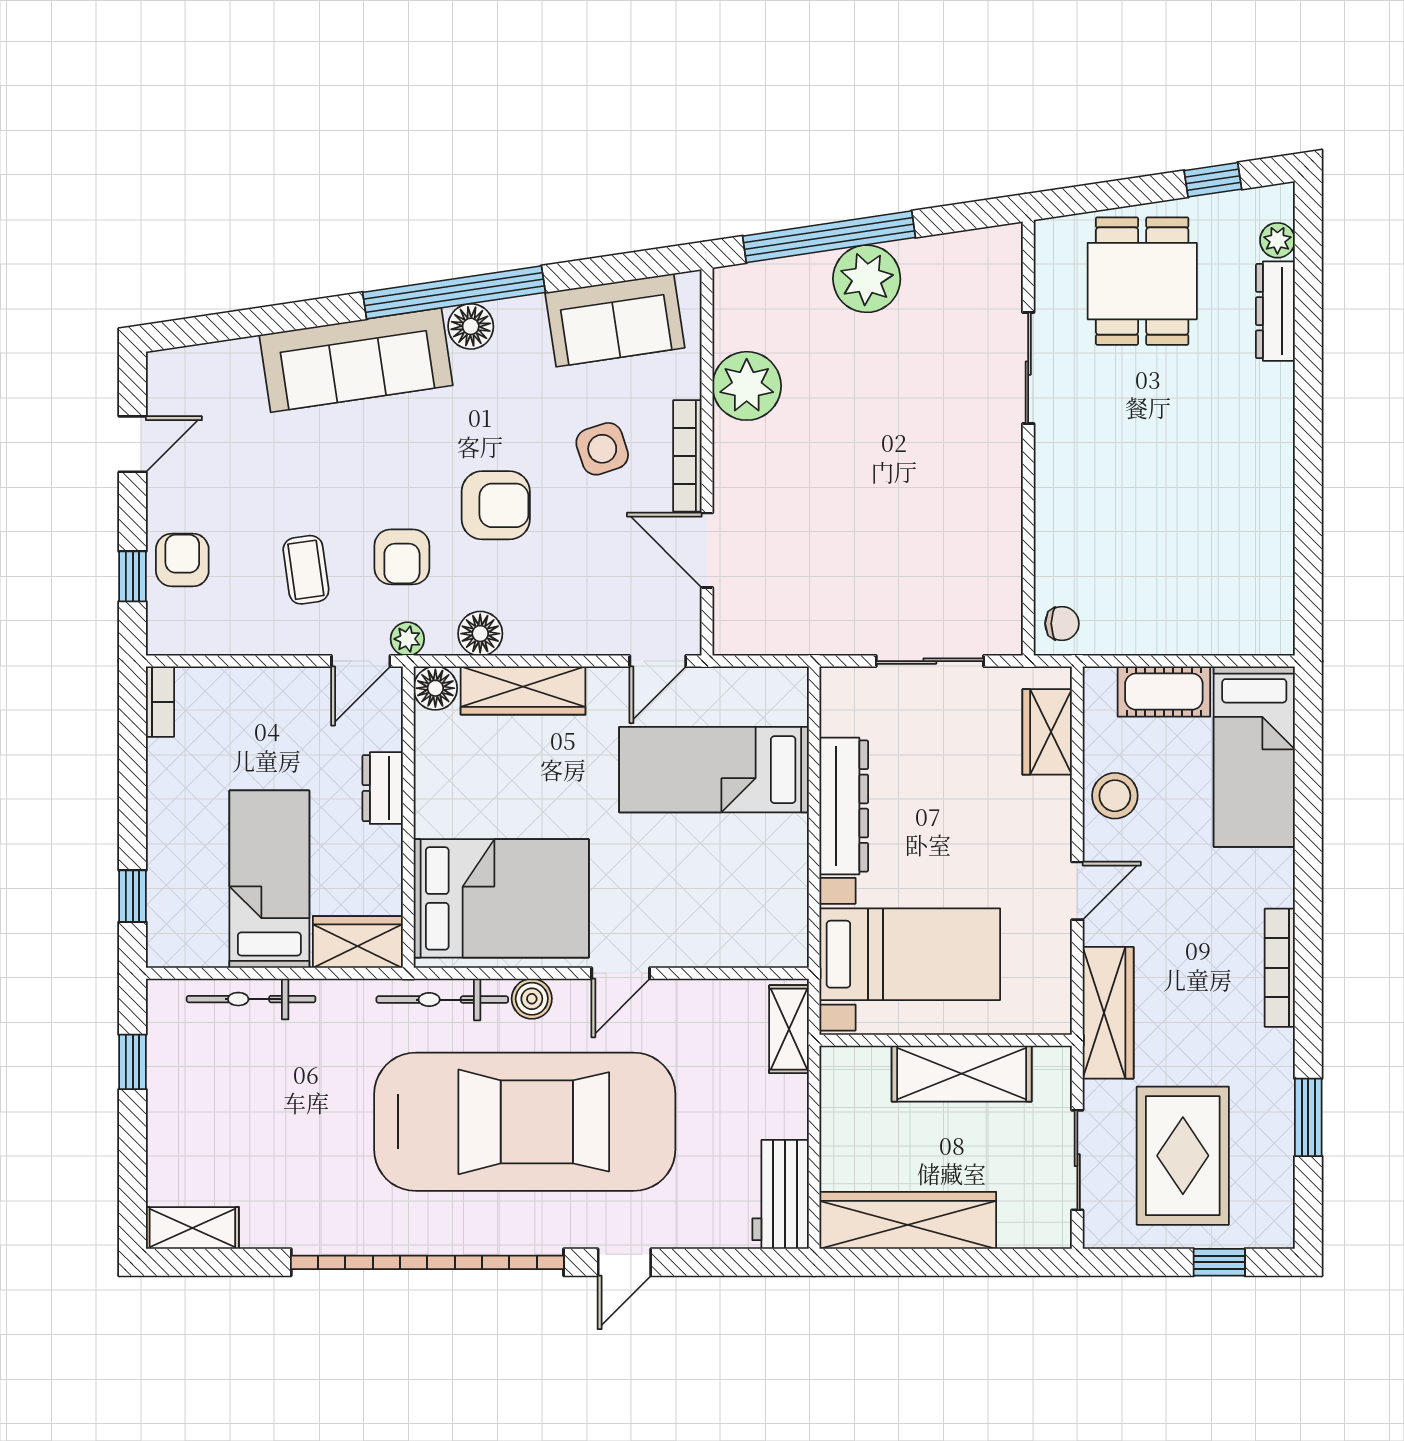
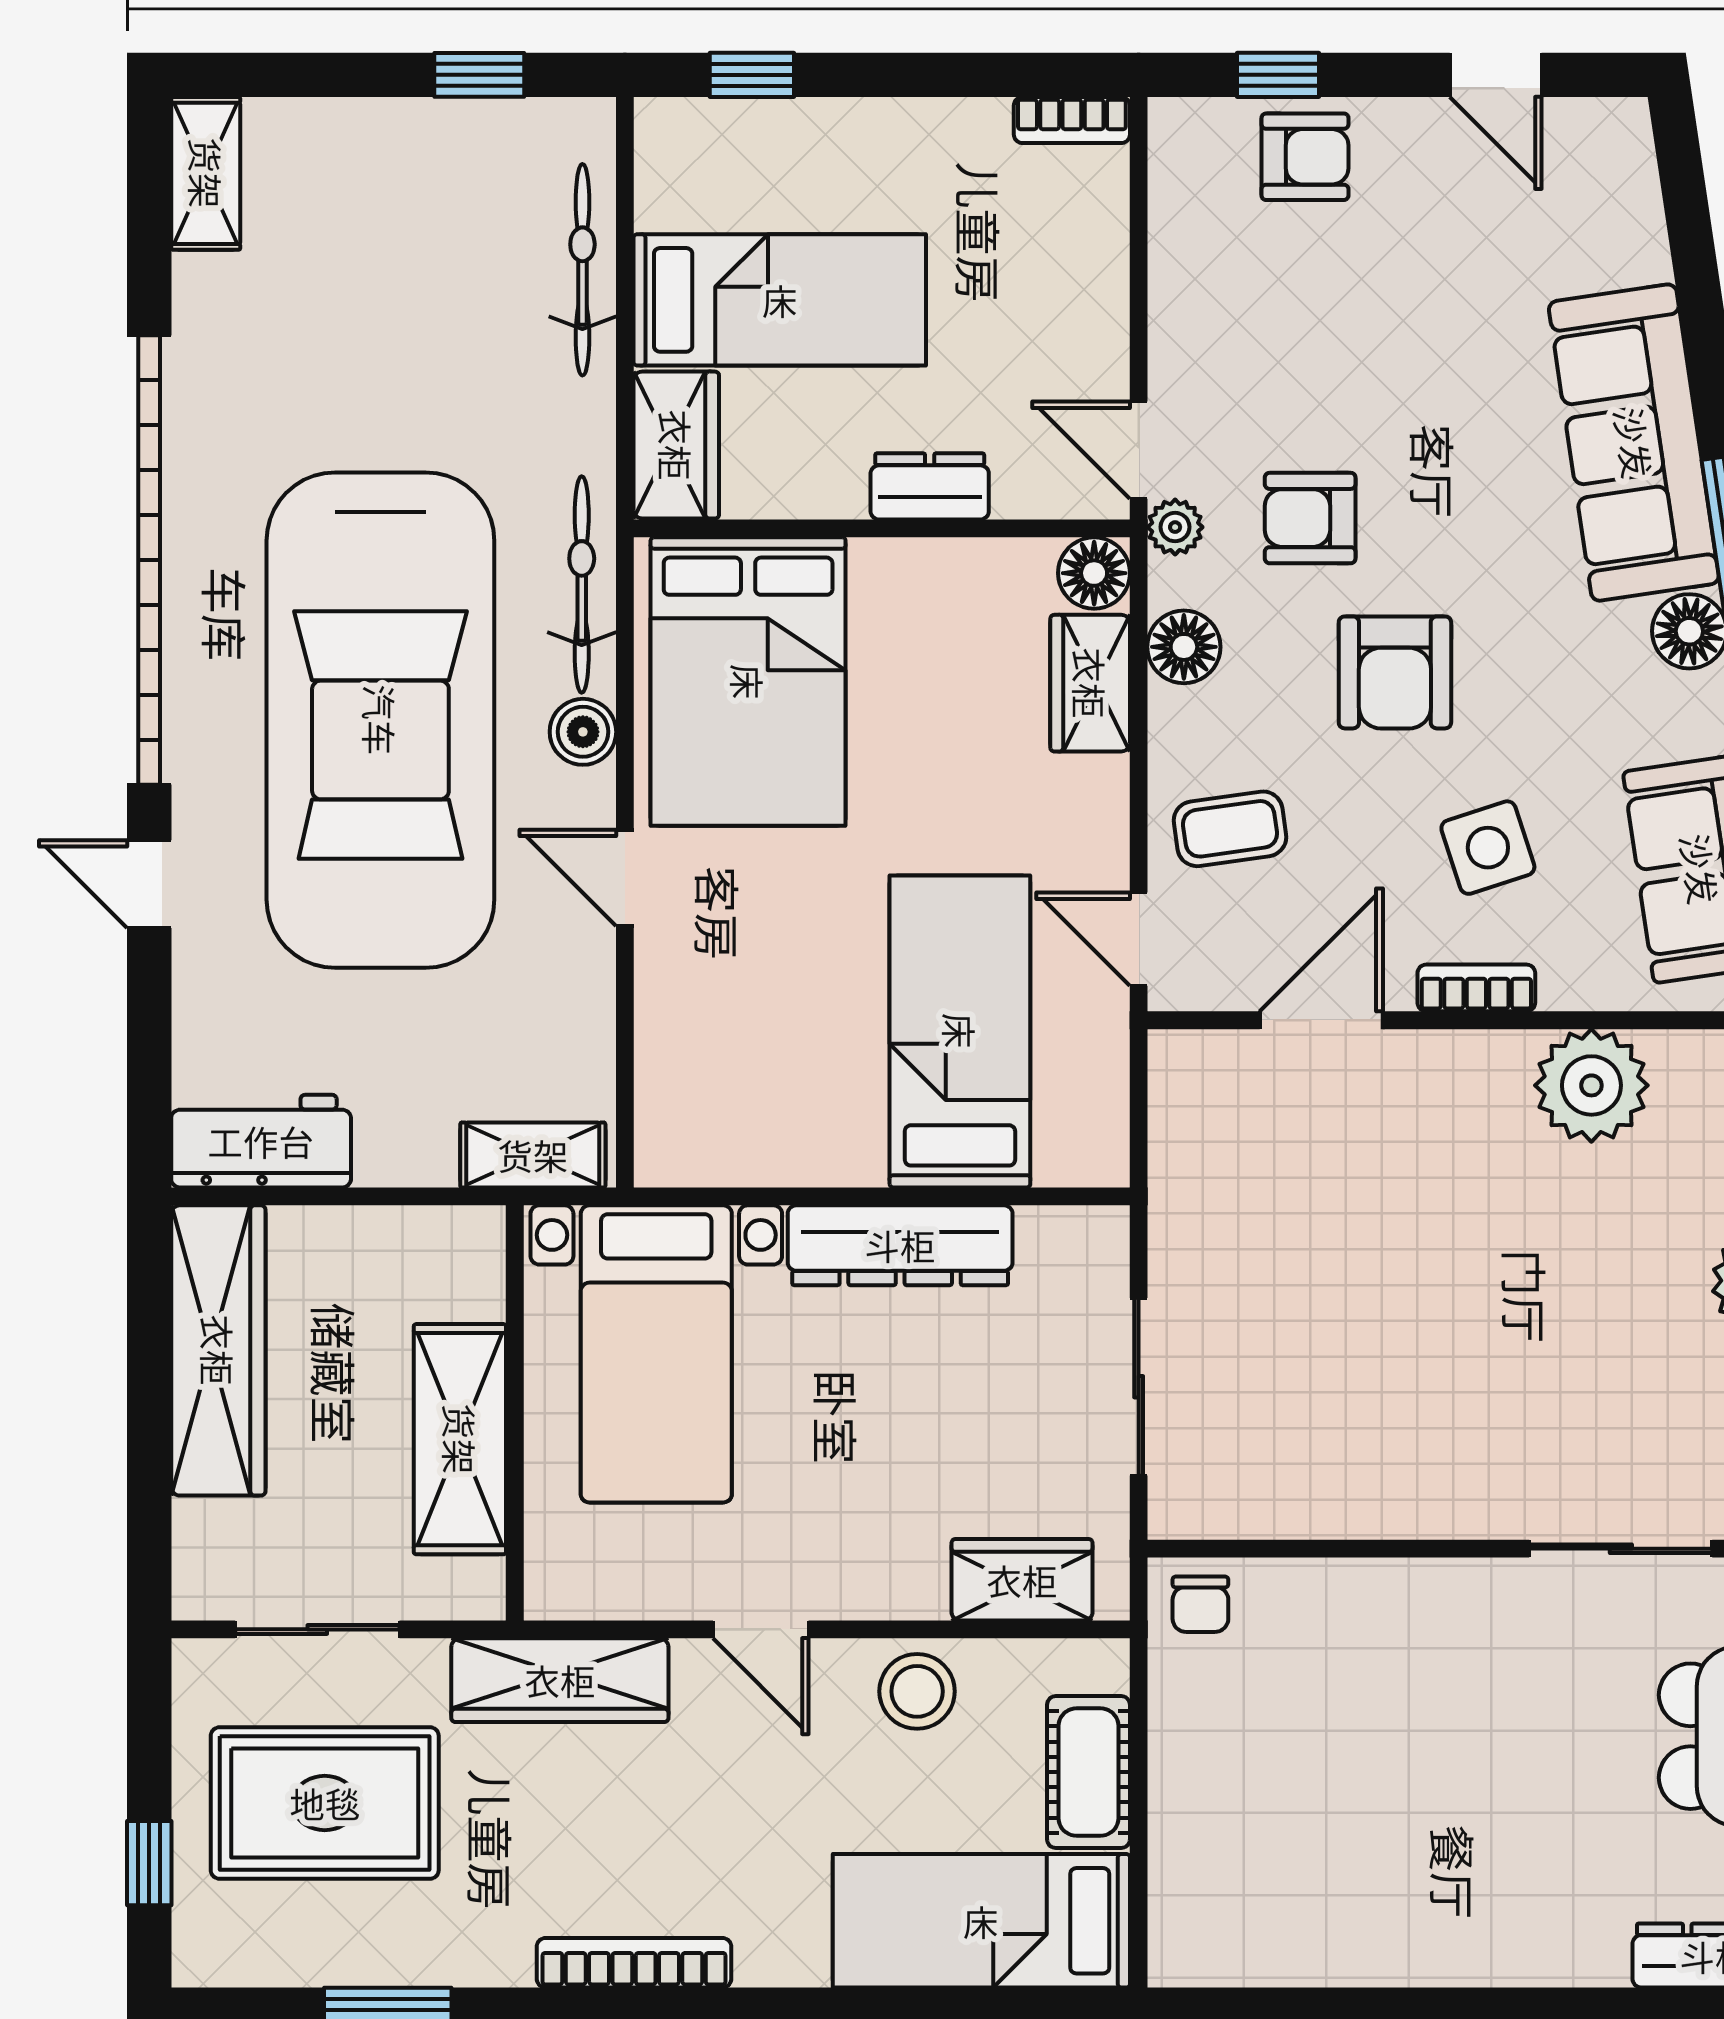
bookcase: (687, 456) -> (1476, 988), width x0.64
coffee table: (306, 570) -> (1230, 829), moved
wardrobe: (523, 691) -> (1090, 683), width x0.67

